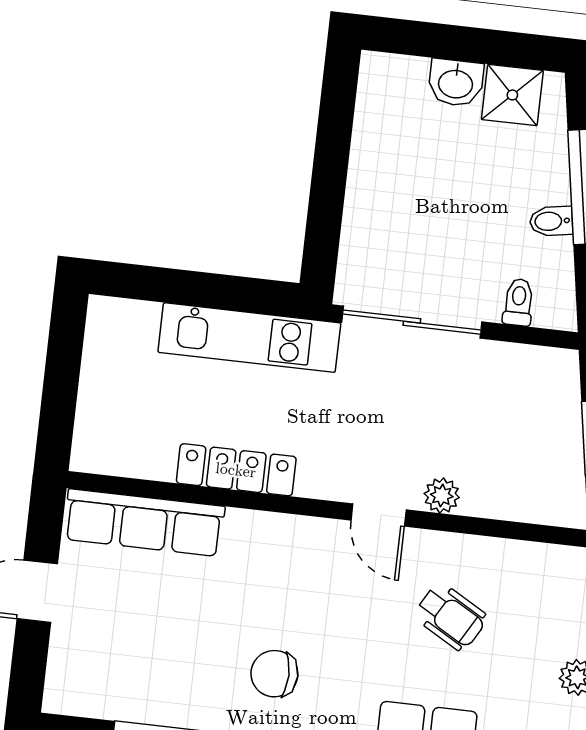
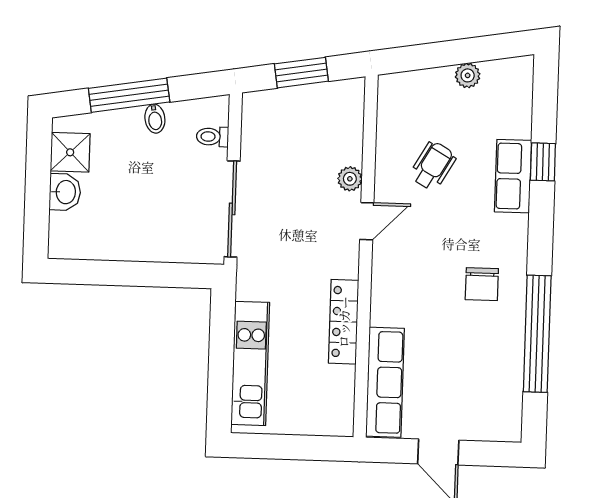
kitchen unit: (249, 338) -> (250, 363), moved

